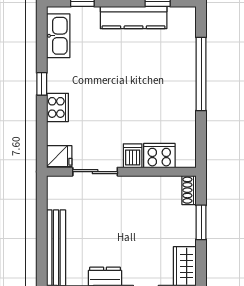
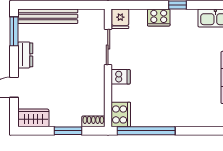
window: (201, 74) -> (146, 131), moved
cooker: (159, 156) -> (121, 114), moved

